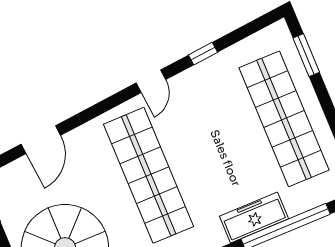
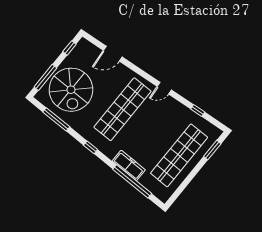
window: (203, 54) -> (198, 111), moved

